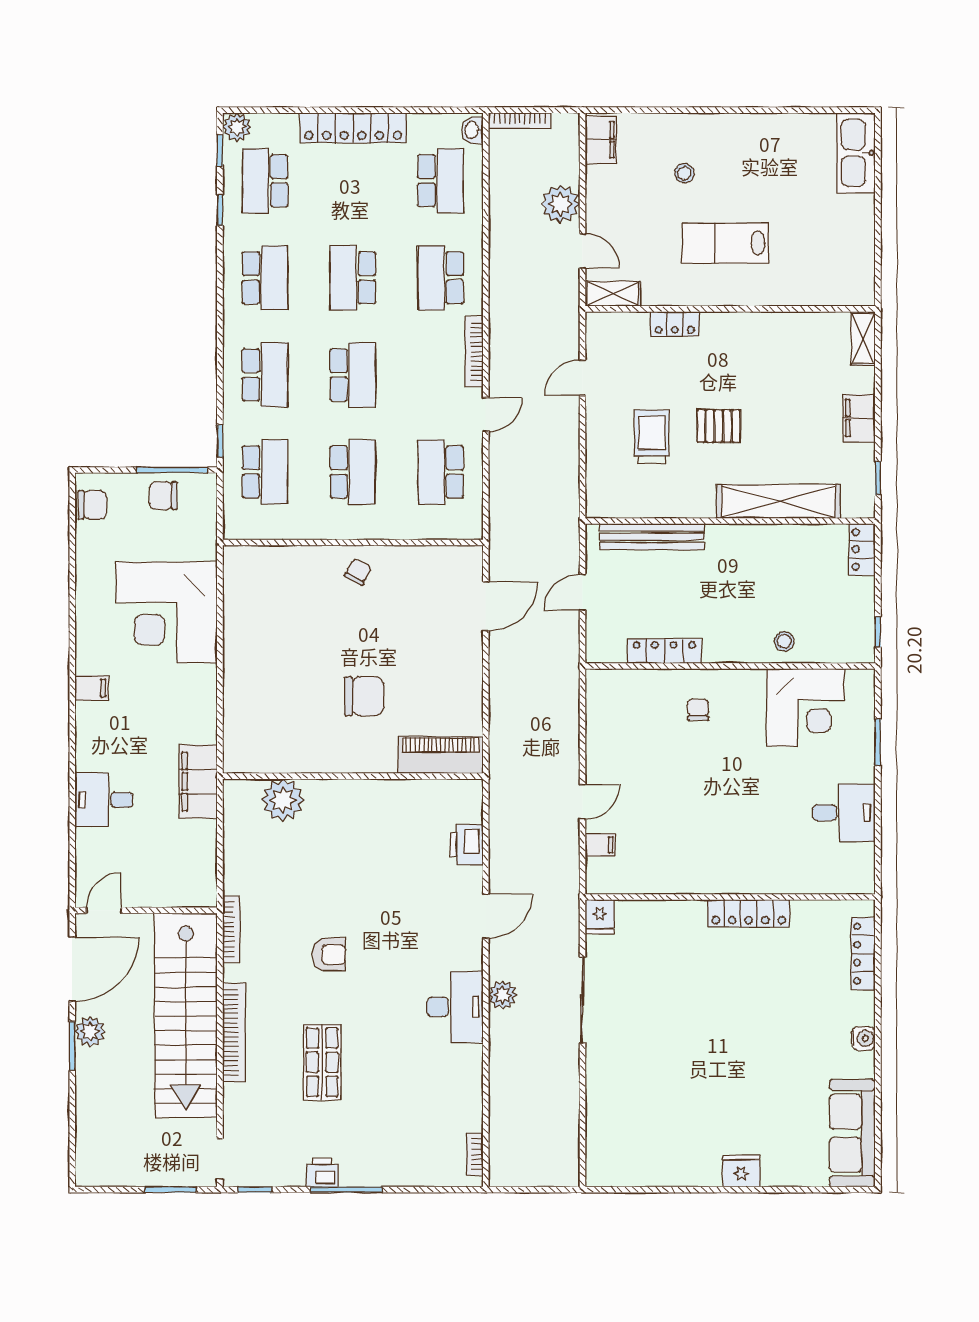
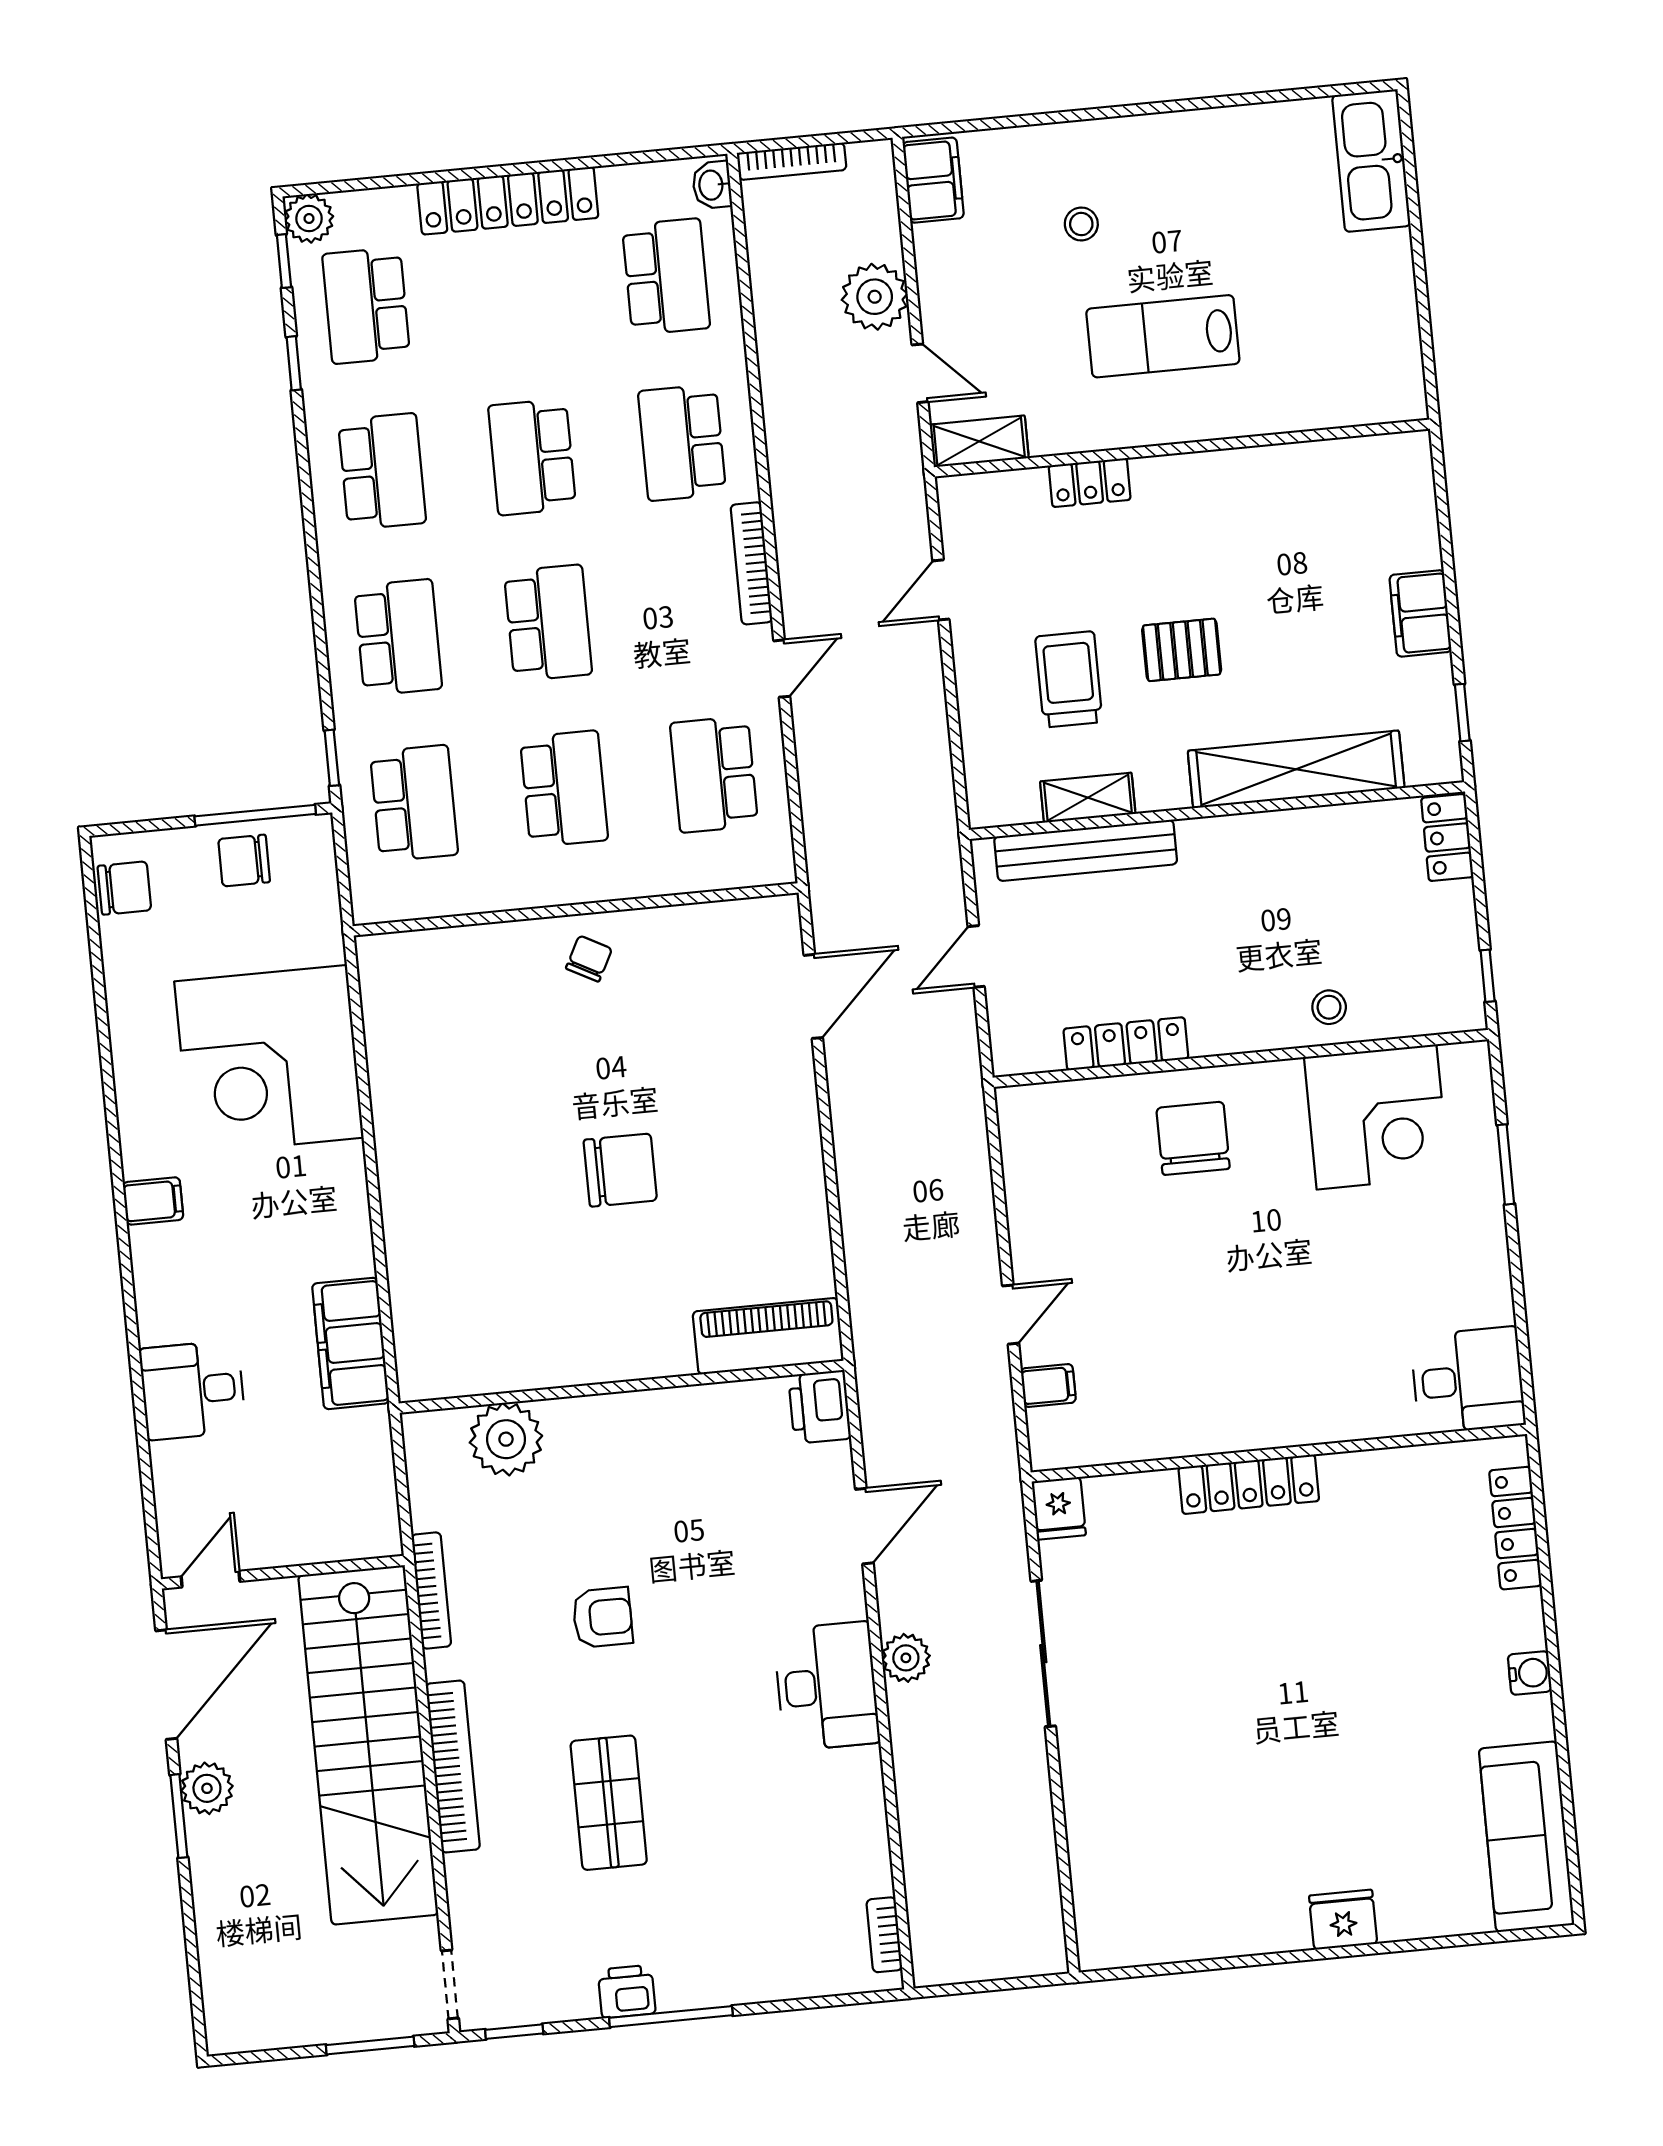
shelving: (863, 338) -> (1088, 798), moved, turned 90
chair: (698, 710) -> (1193, 1138), width x1.87, depth x1.87
piano: (441, 755) -> (768, 1336), moved
wall: (353, 776) -> (622, 1387), moved
plant: (283, 800) -> (506, 1439), moved
desk: (844, 813) -> (1468, 1380), moved
locker: (749, 913) -> (1249, 1484), moved

